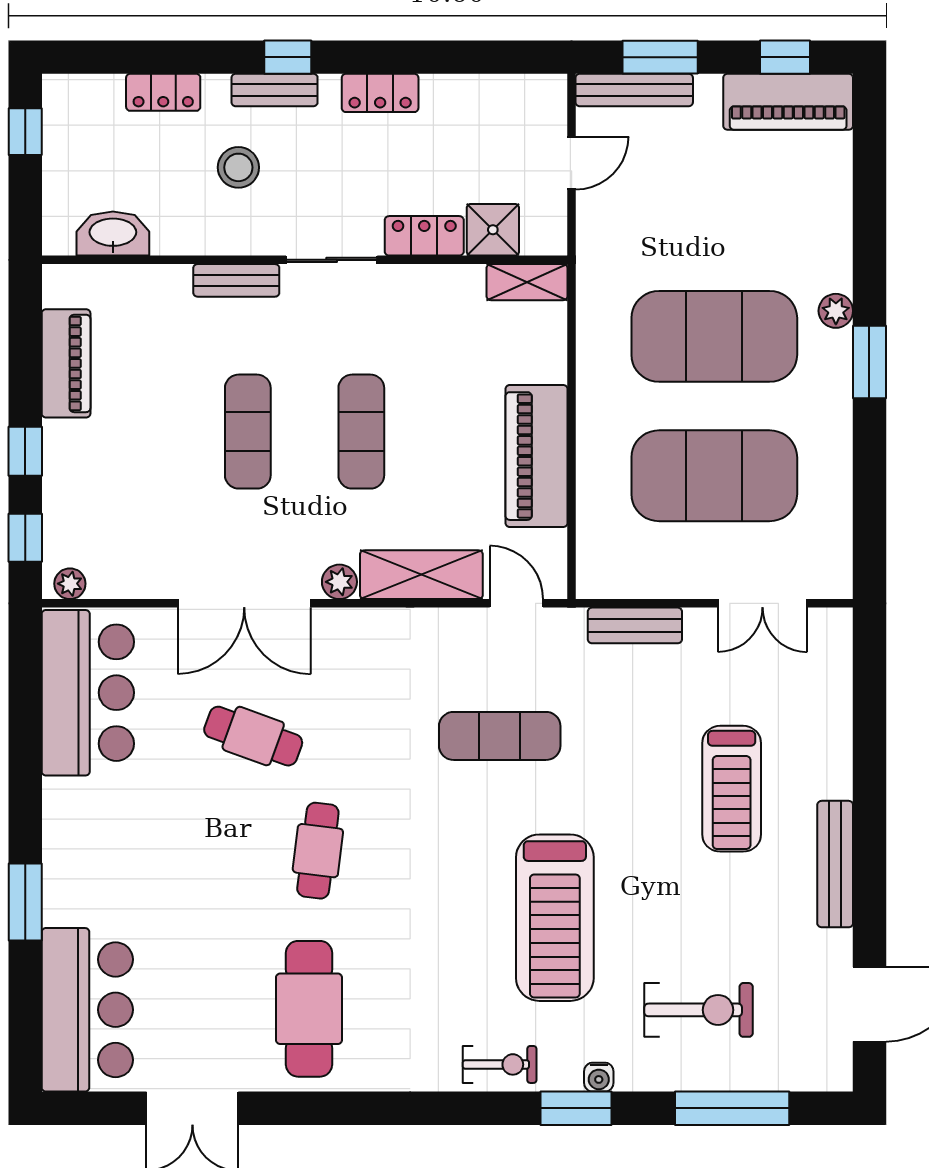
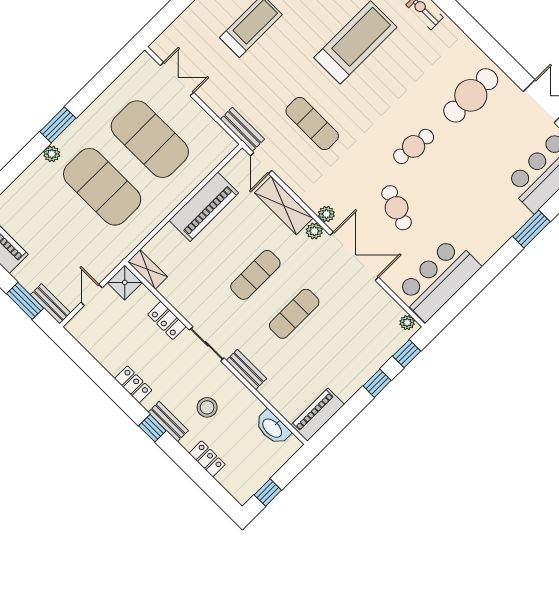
bench: (634, 90) -> (51, 304), width x0.73
door: (572, 163) -> (92, 295), hinge flipped
shower: (493, 230) -> (125, 282), moved
piano: (66, 363) -> (318, 415), moved
plant: (347, 624) -> (326, 214), added
bench: (635, 625) -> (242, 129), moved

